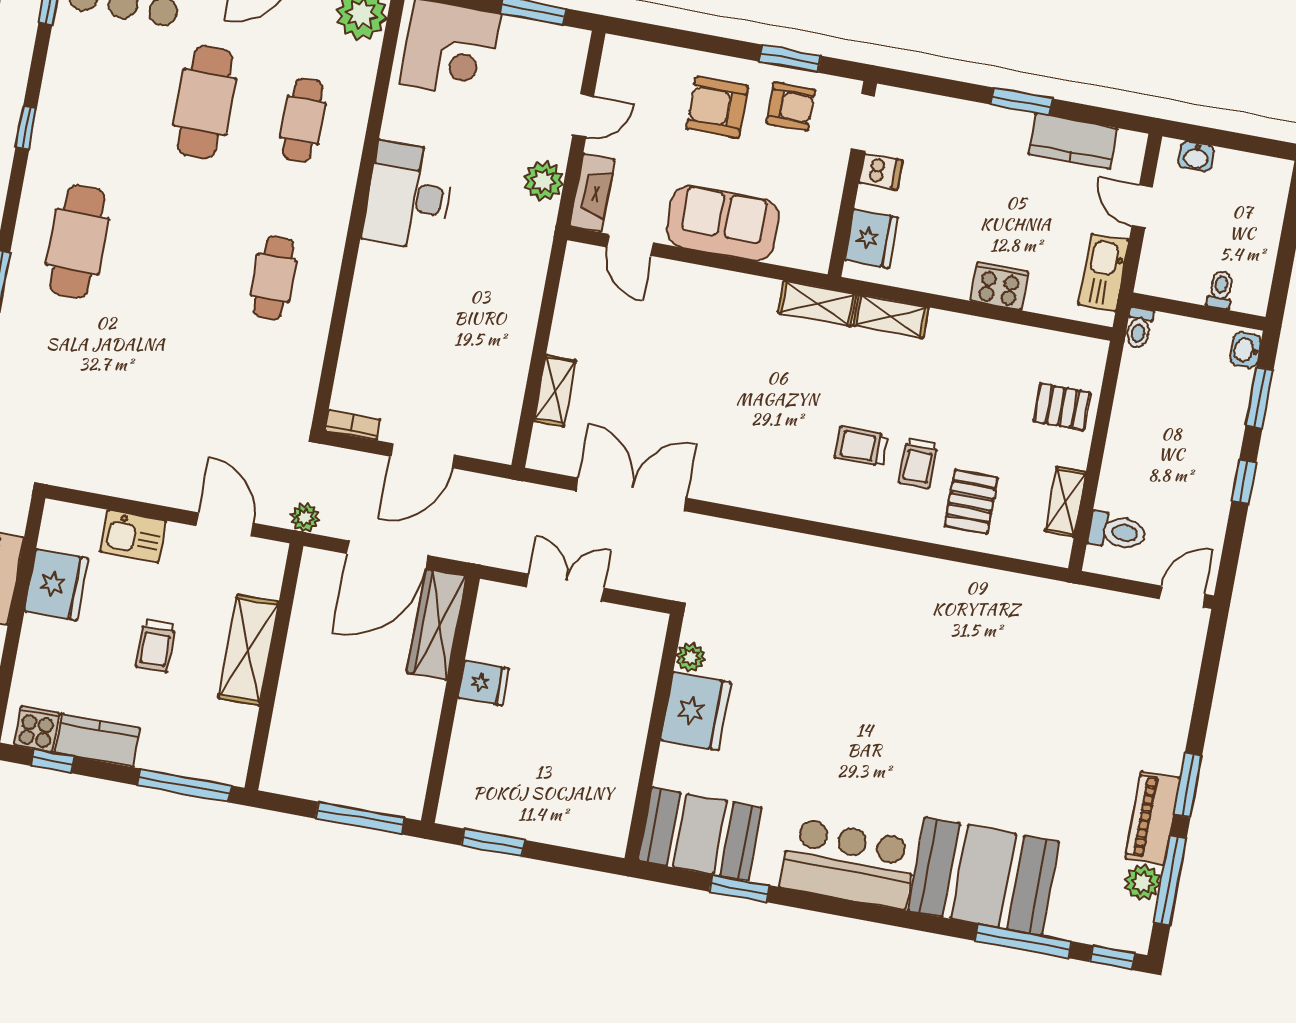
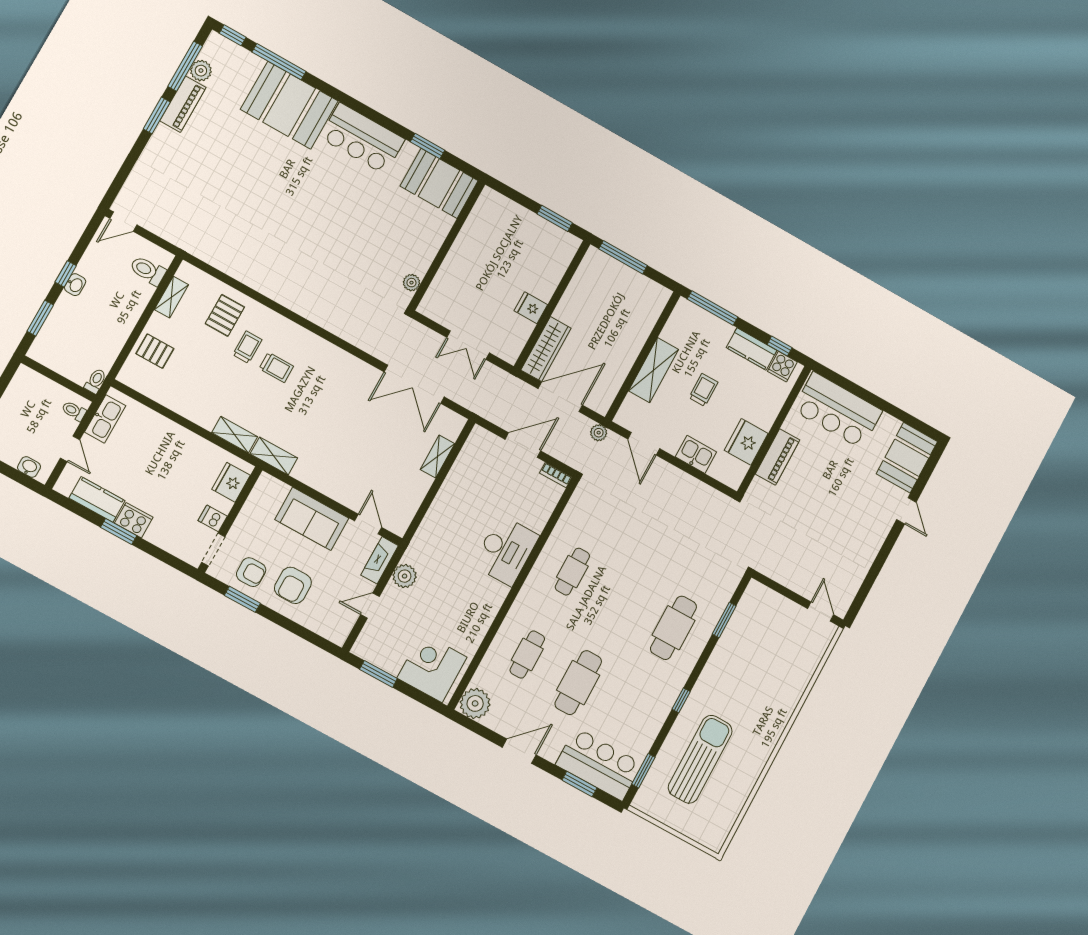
armchair: (791, 106) -> (251, 572), turned 180
armchair: (717, 107) -> (293, 585), turned 90
desk: (408, 196) -> (506, 550), moved
cooker: (999, 286) -> (134, 520), moved, turned 180
toilet: (1221, 290) -> (74, 411), moved, turned 90
washbasin: (1246, 350) -> (75, 285), moved
fridge: (696, 711) -> (419, 252), removed

